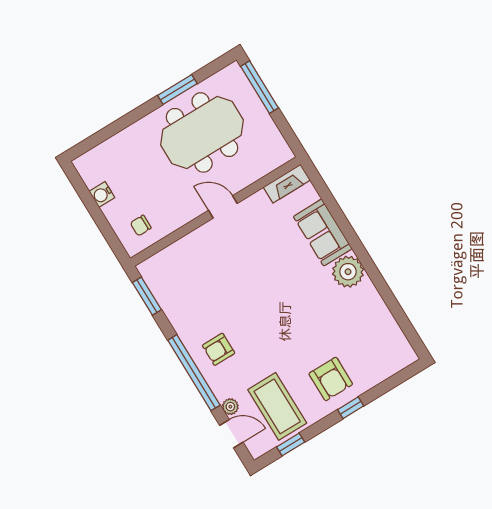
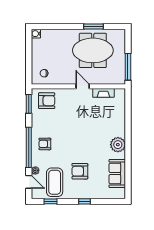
window: (260, 87) -> (128, 67), moved
fireplace: (287, 184) -> (103, 93), moved
water cooler: (102, 194) -> (36, 34), moved
sofa: (323, 233) -> (117, 173), moved
armchair: (175, 271) -> (47, 101), added
armchair: (331, 379) -> (80, 171), moved, turned 90

